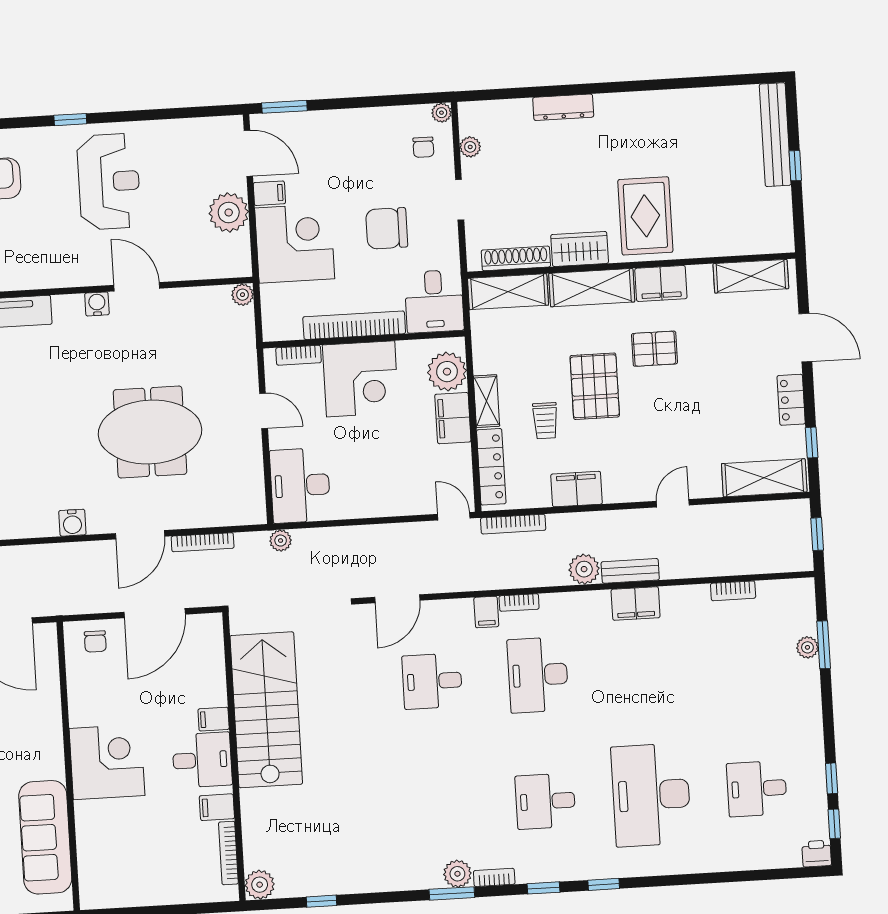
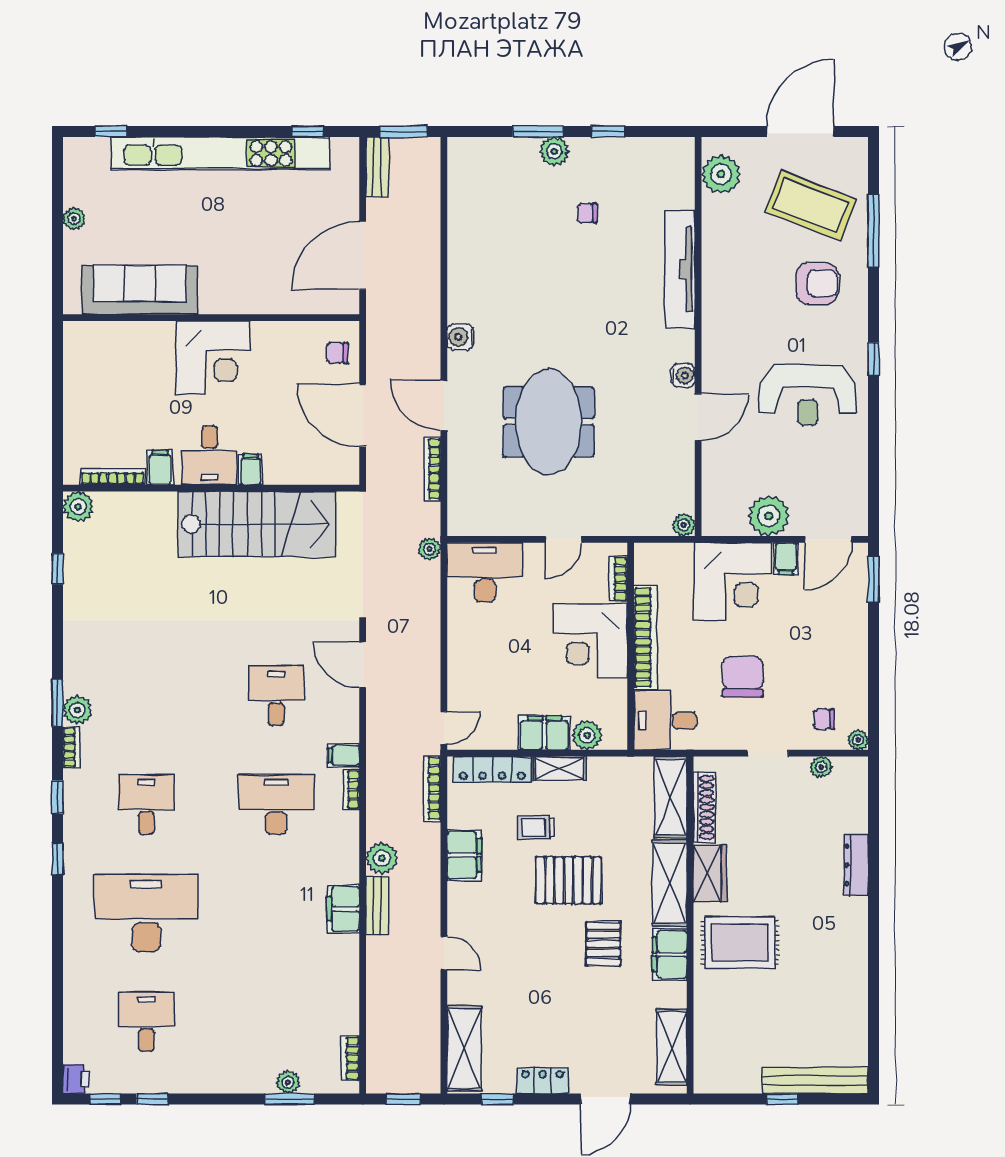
plant: (447, 372) -> (587, 735), width x0.73, depth x0.73
bookcase: (733, 591) -> (350, 1058), moved

